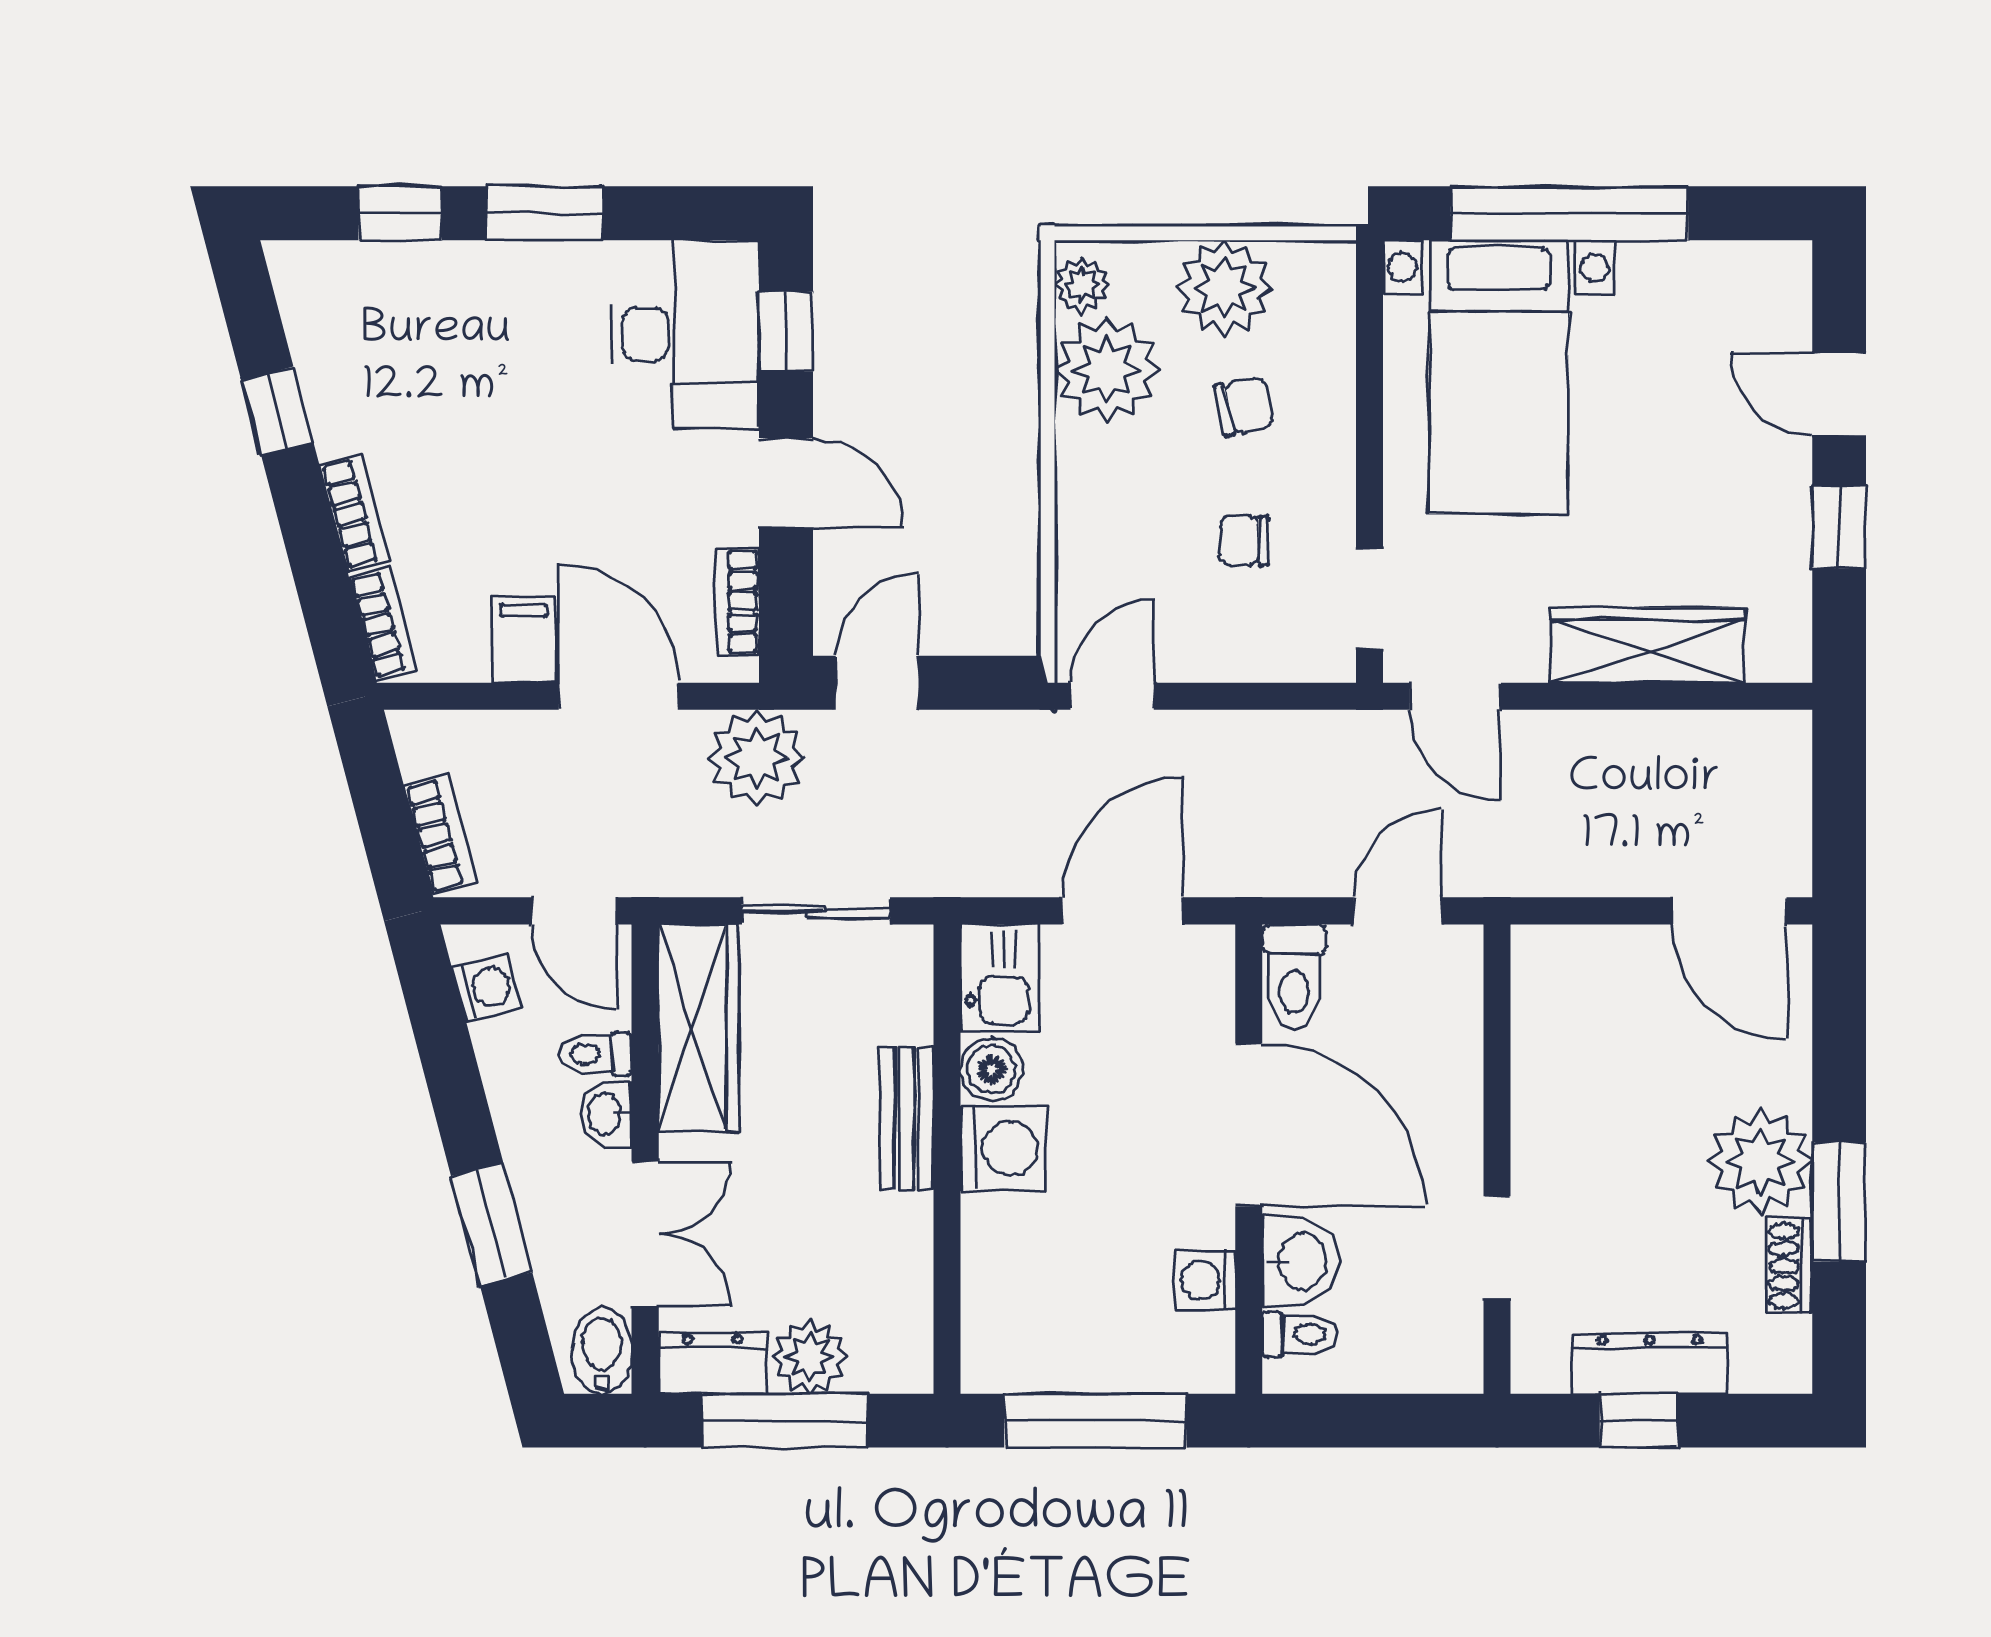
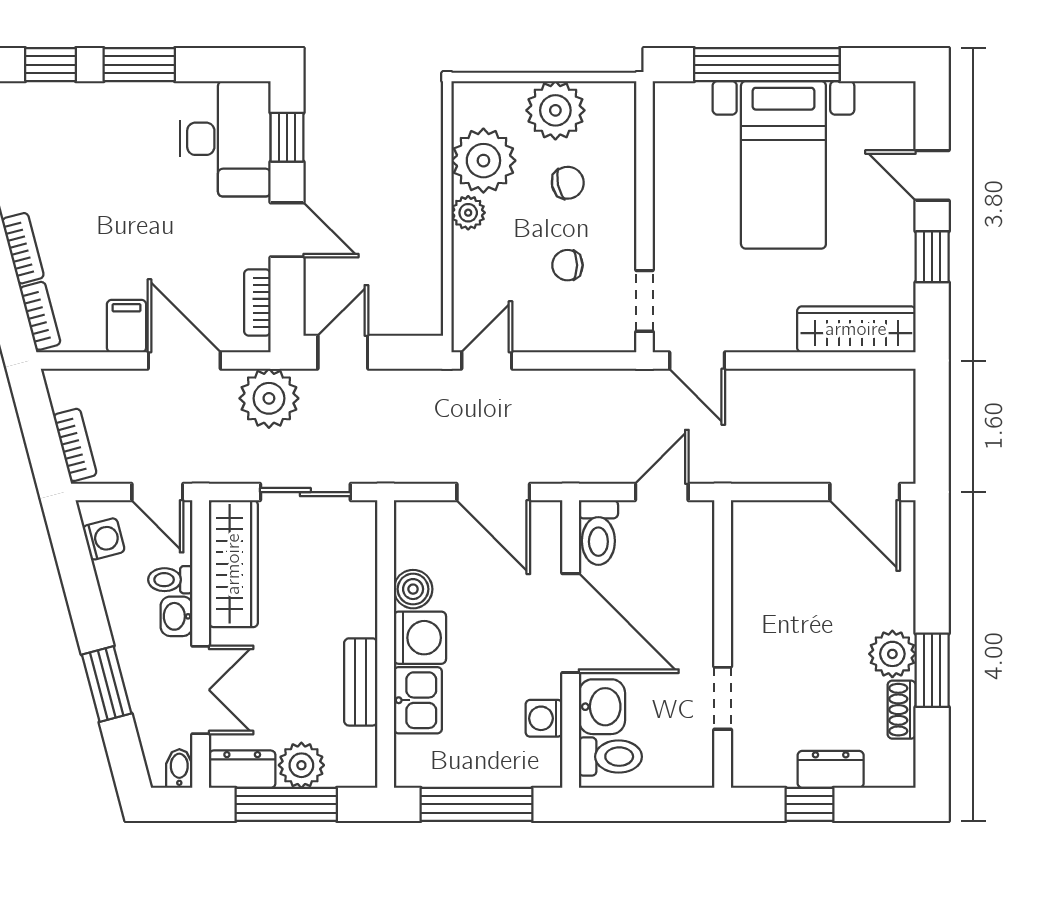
plant: (1082, 285) -> (468, 213), moved
bed with nightstands: (1499, 377) -> (783, 165), moved
wardrobe: (1647, 645) -> (856, 329), moved
door: (1123, 911) -> (493, 492), swing flipped
kitchen sink: (1000, 978) -> (418, 700), moved
bench: (906, 1119) -> (361, 682), moved
plant: (1760, 1161) -> (892, 654), width x0.73, depth x0.73
toilet: (1299, 1334) -> (610, 757), width x1.37, depth x1.39
bidet: (602, 1351) -> (179, 768), width x0.72, depth x0.74
dresser: (1650, 1364) -> (831, 769), width x0.70

